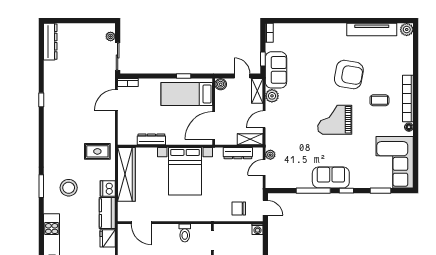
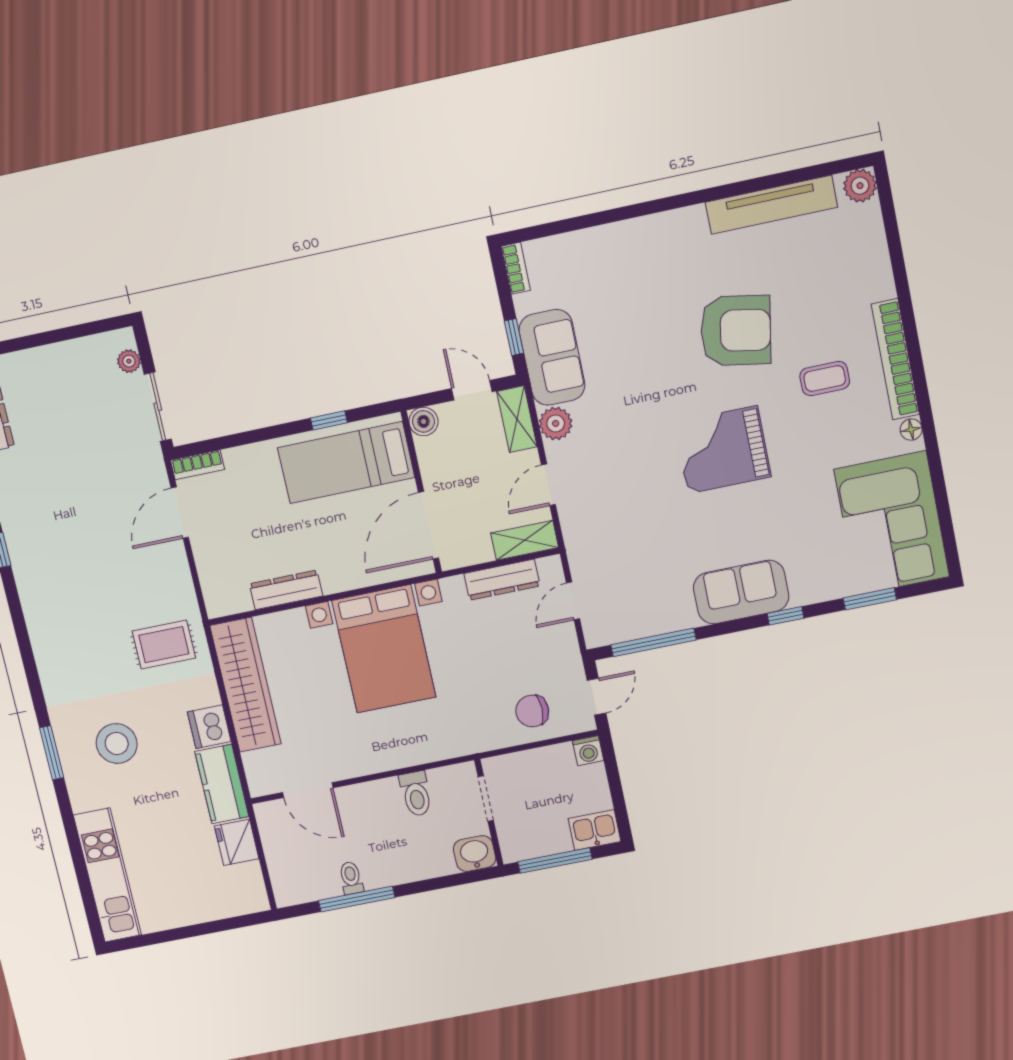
plant: (270, 155) -> (582, 567), removed
window: (313, 191) -> (653, 642), moved
door: (265, 208) -> (596, 697), hinge flipped

